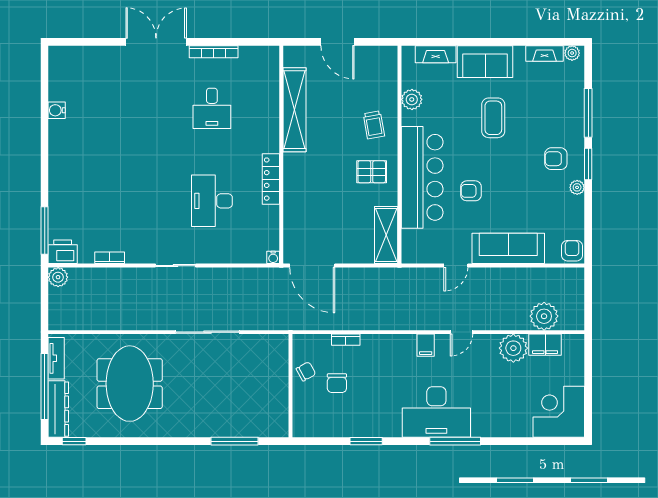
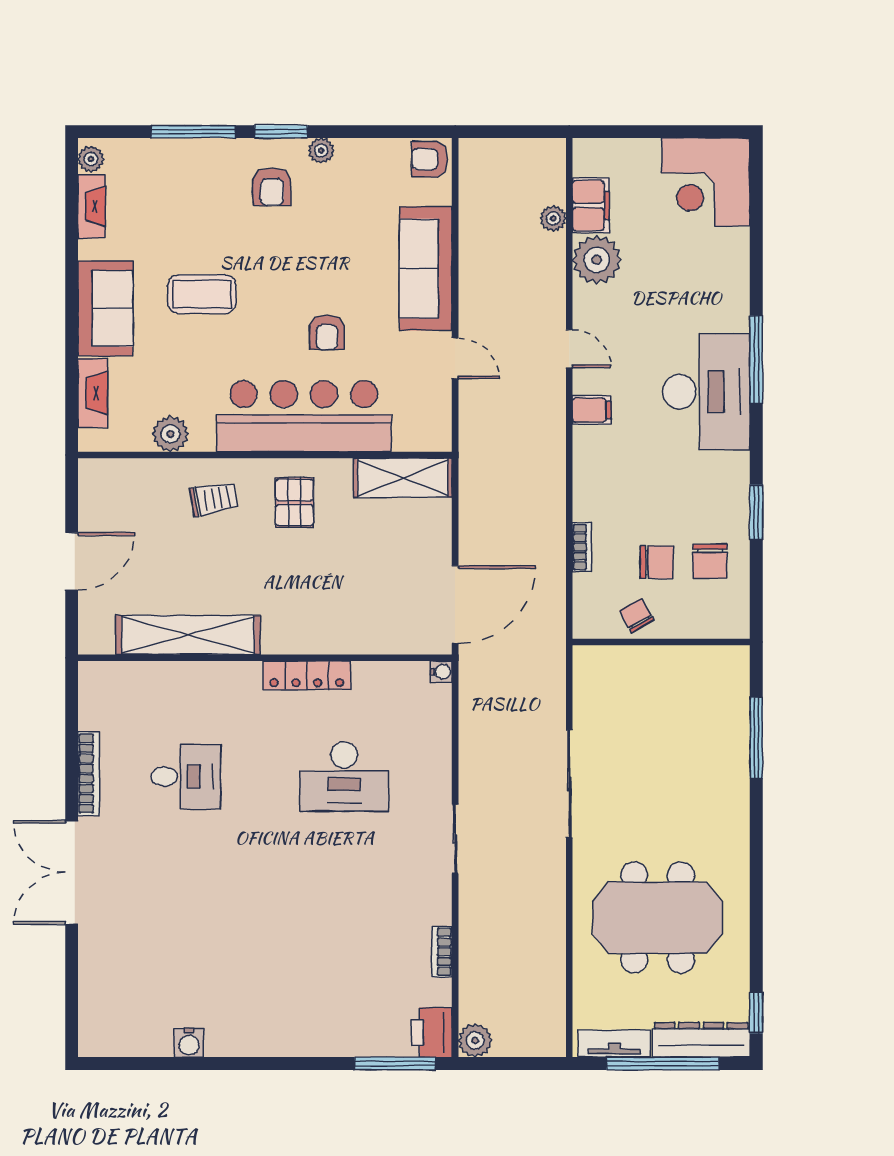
plant: (544, 316) -> (553, 218), width x0.53, depth x0.53
chair: (338, 414) -> (710, 561), added

